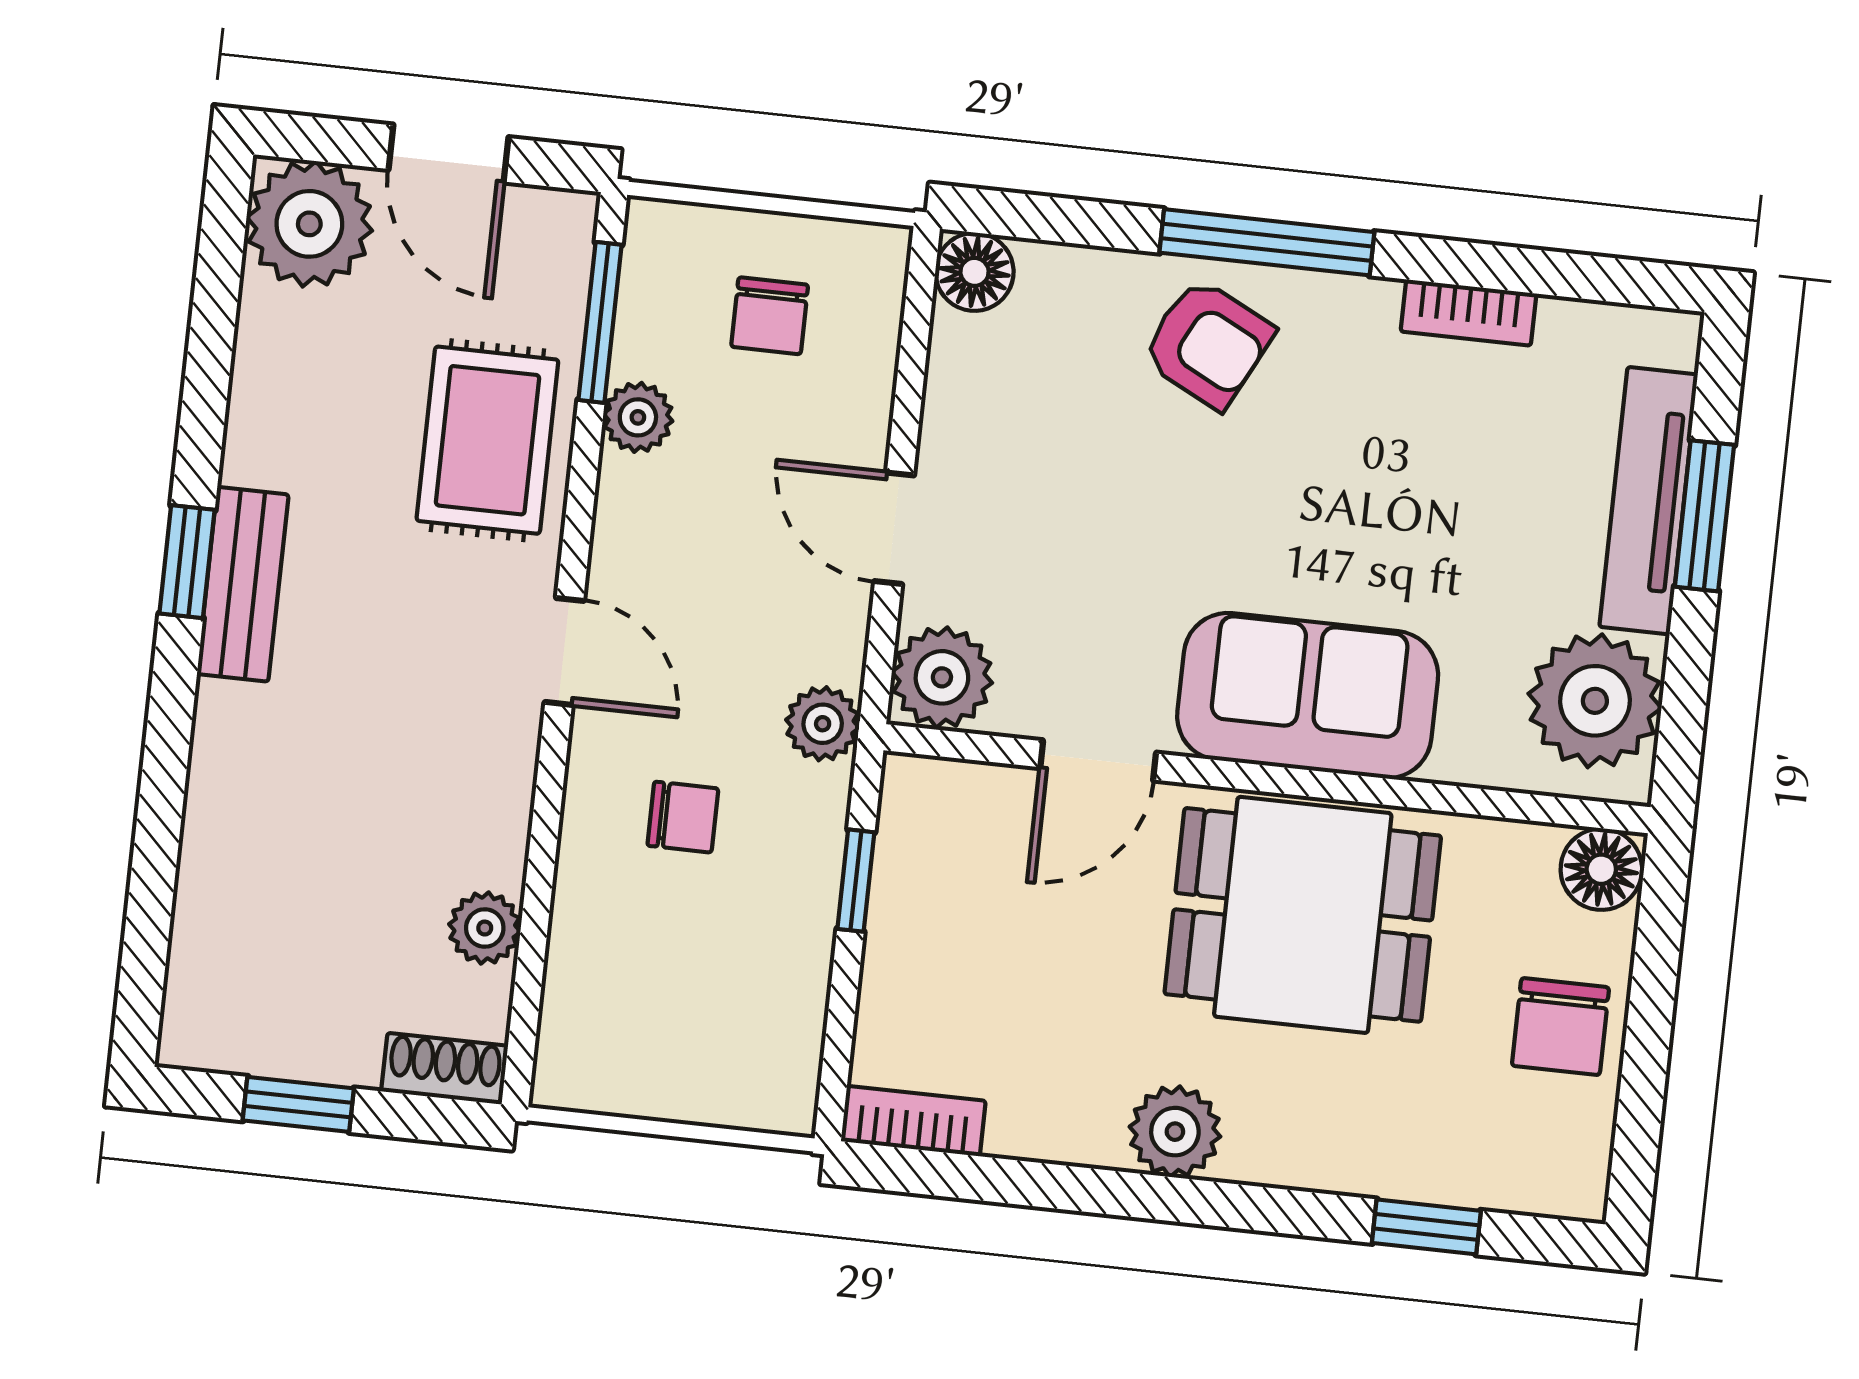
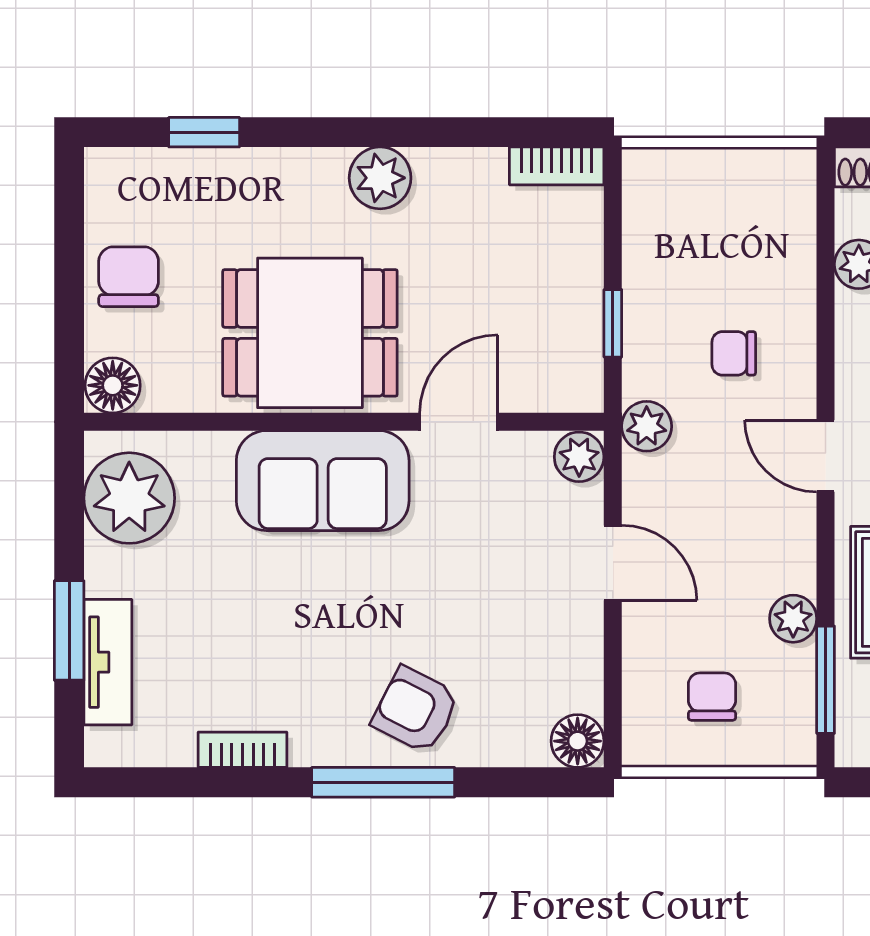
tv unit: (1648, 501) -> (108, 662), width x0.71
plant: (942, 677) -> (579, 457), width x0.73, depth x0.73

